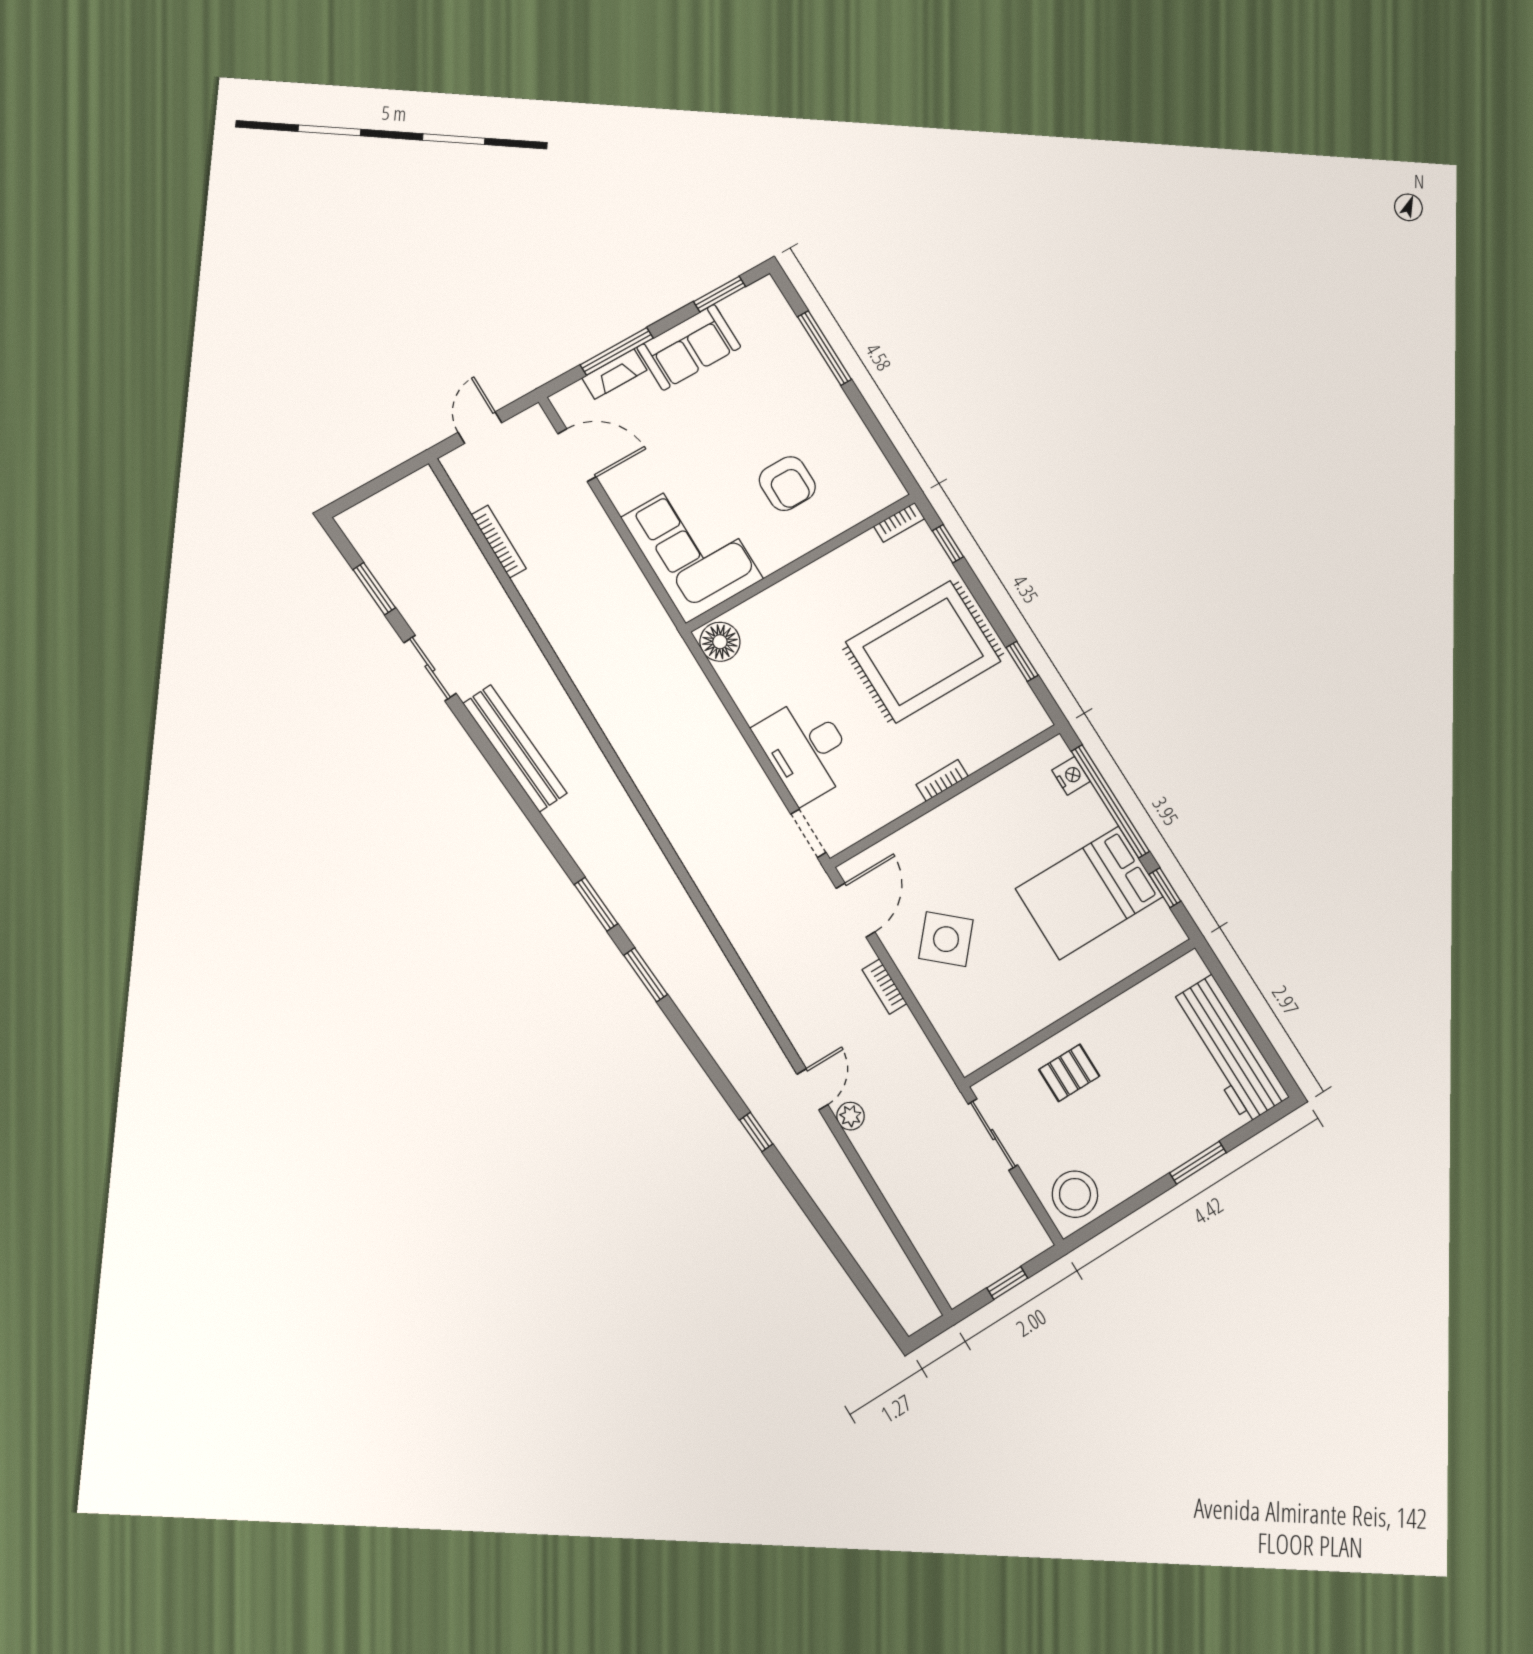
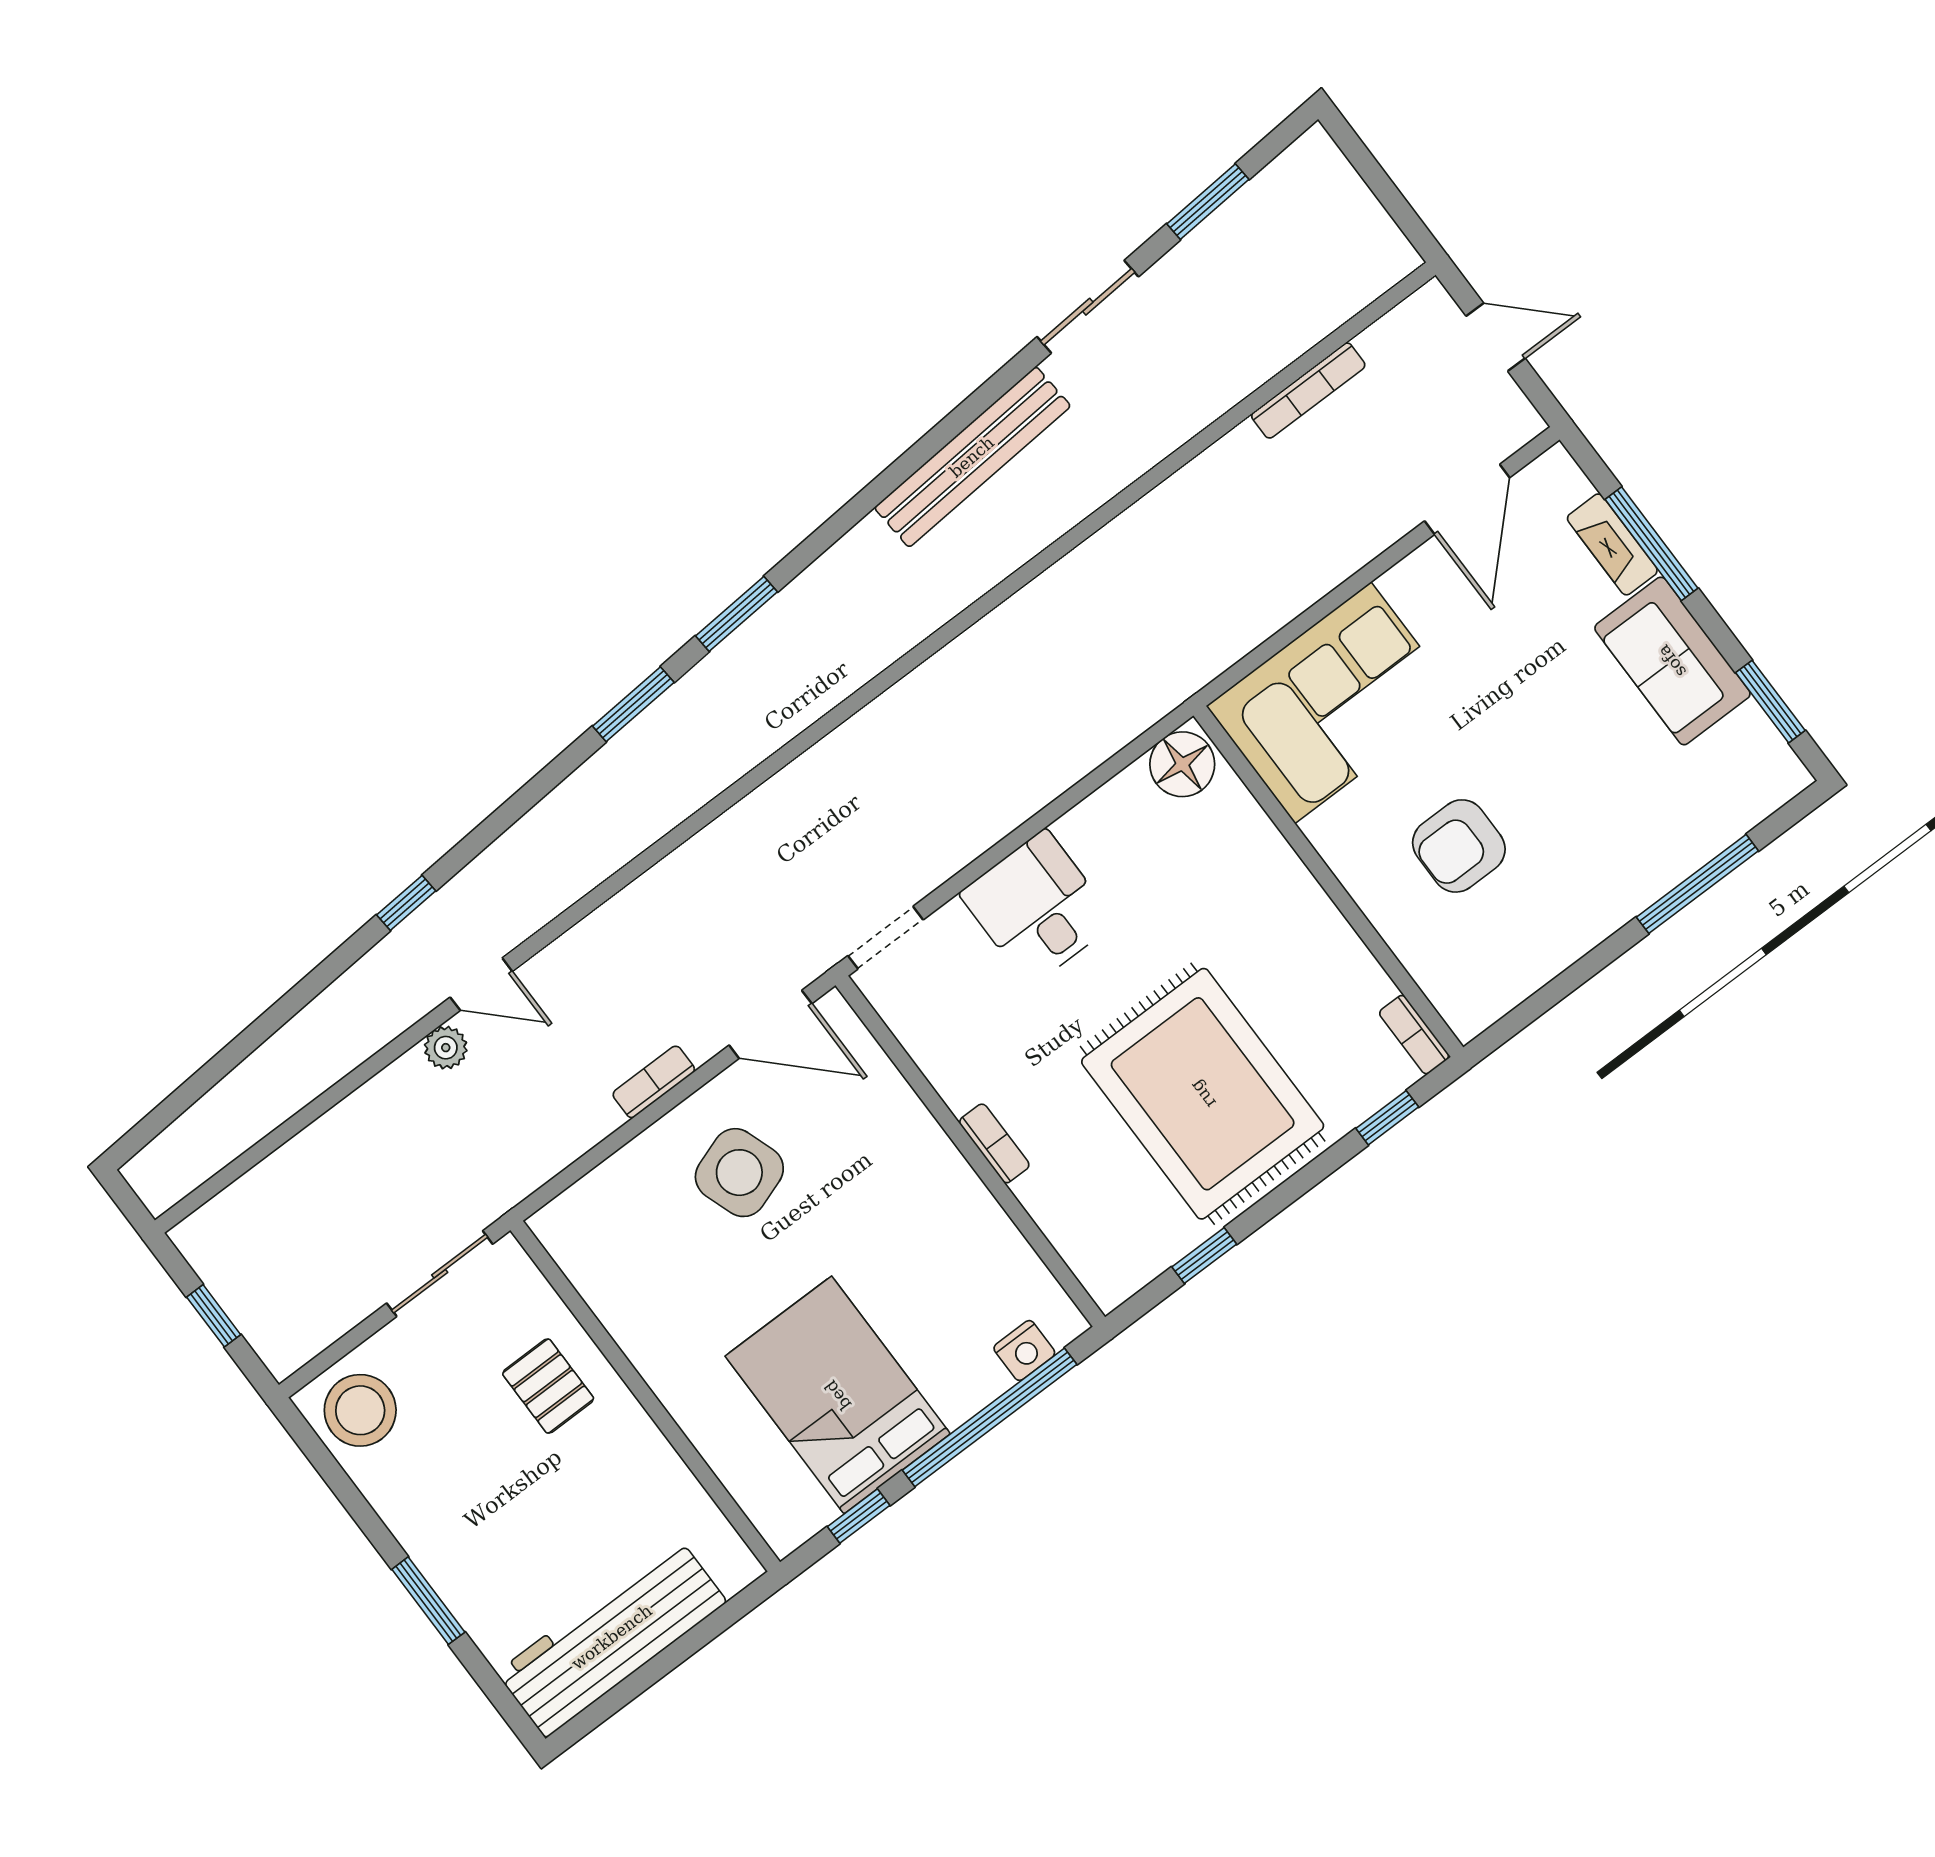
desk: (806, 749) -> (1038, 908), width x0.73
side table: (946, 939) -> (739, 1173), turned 30

